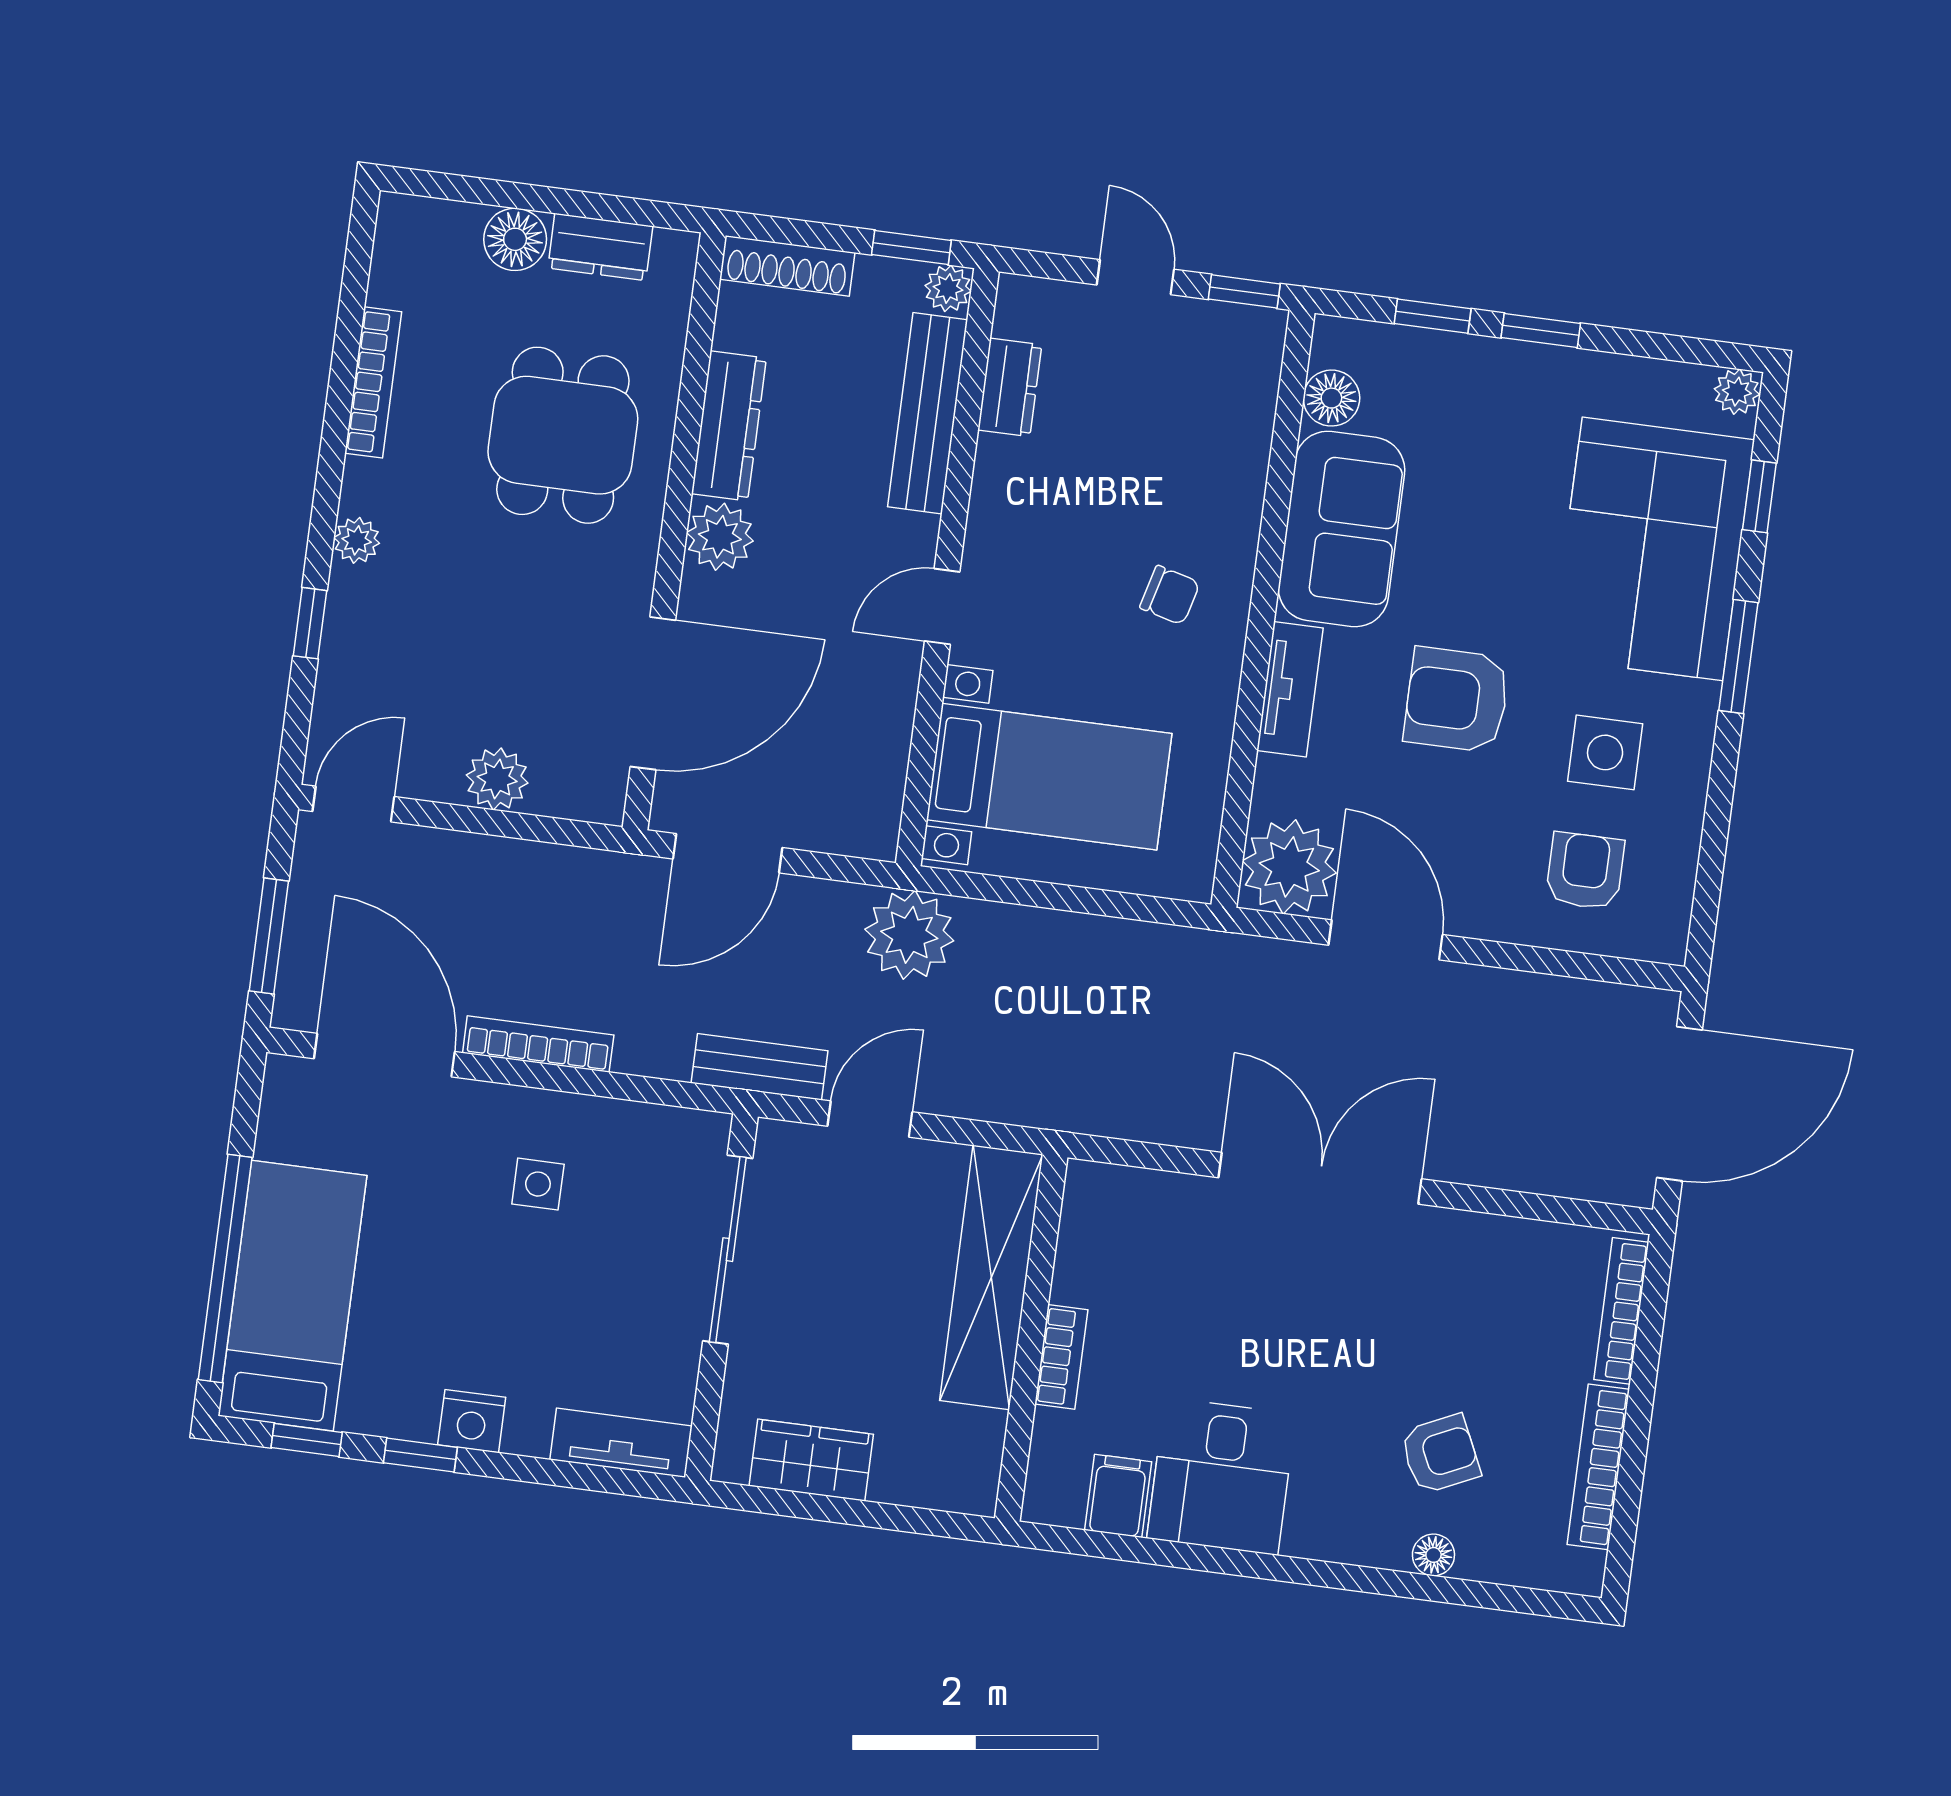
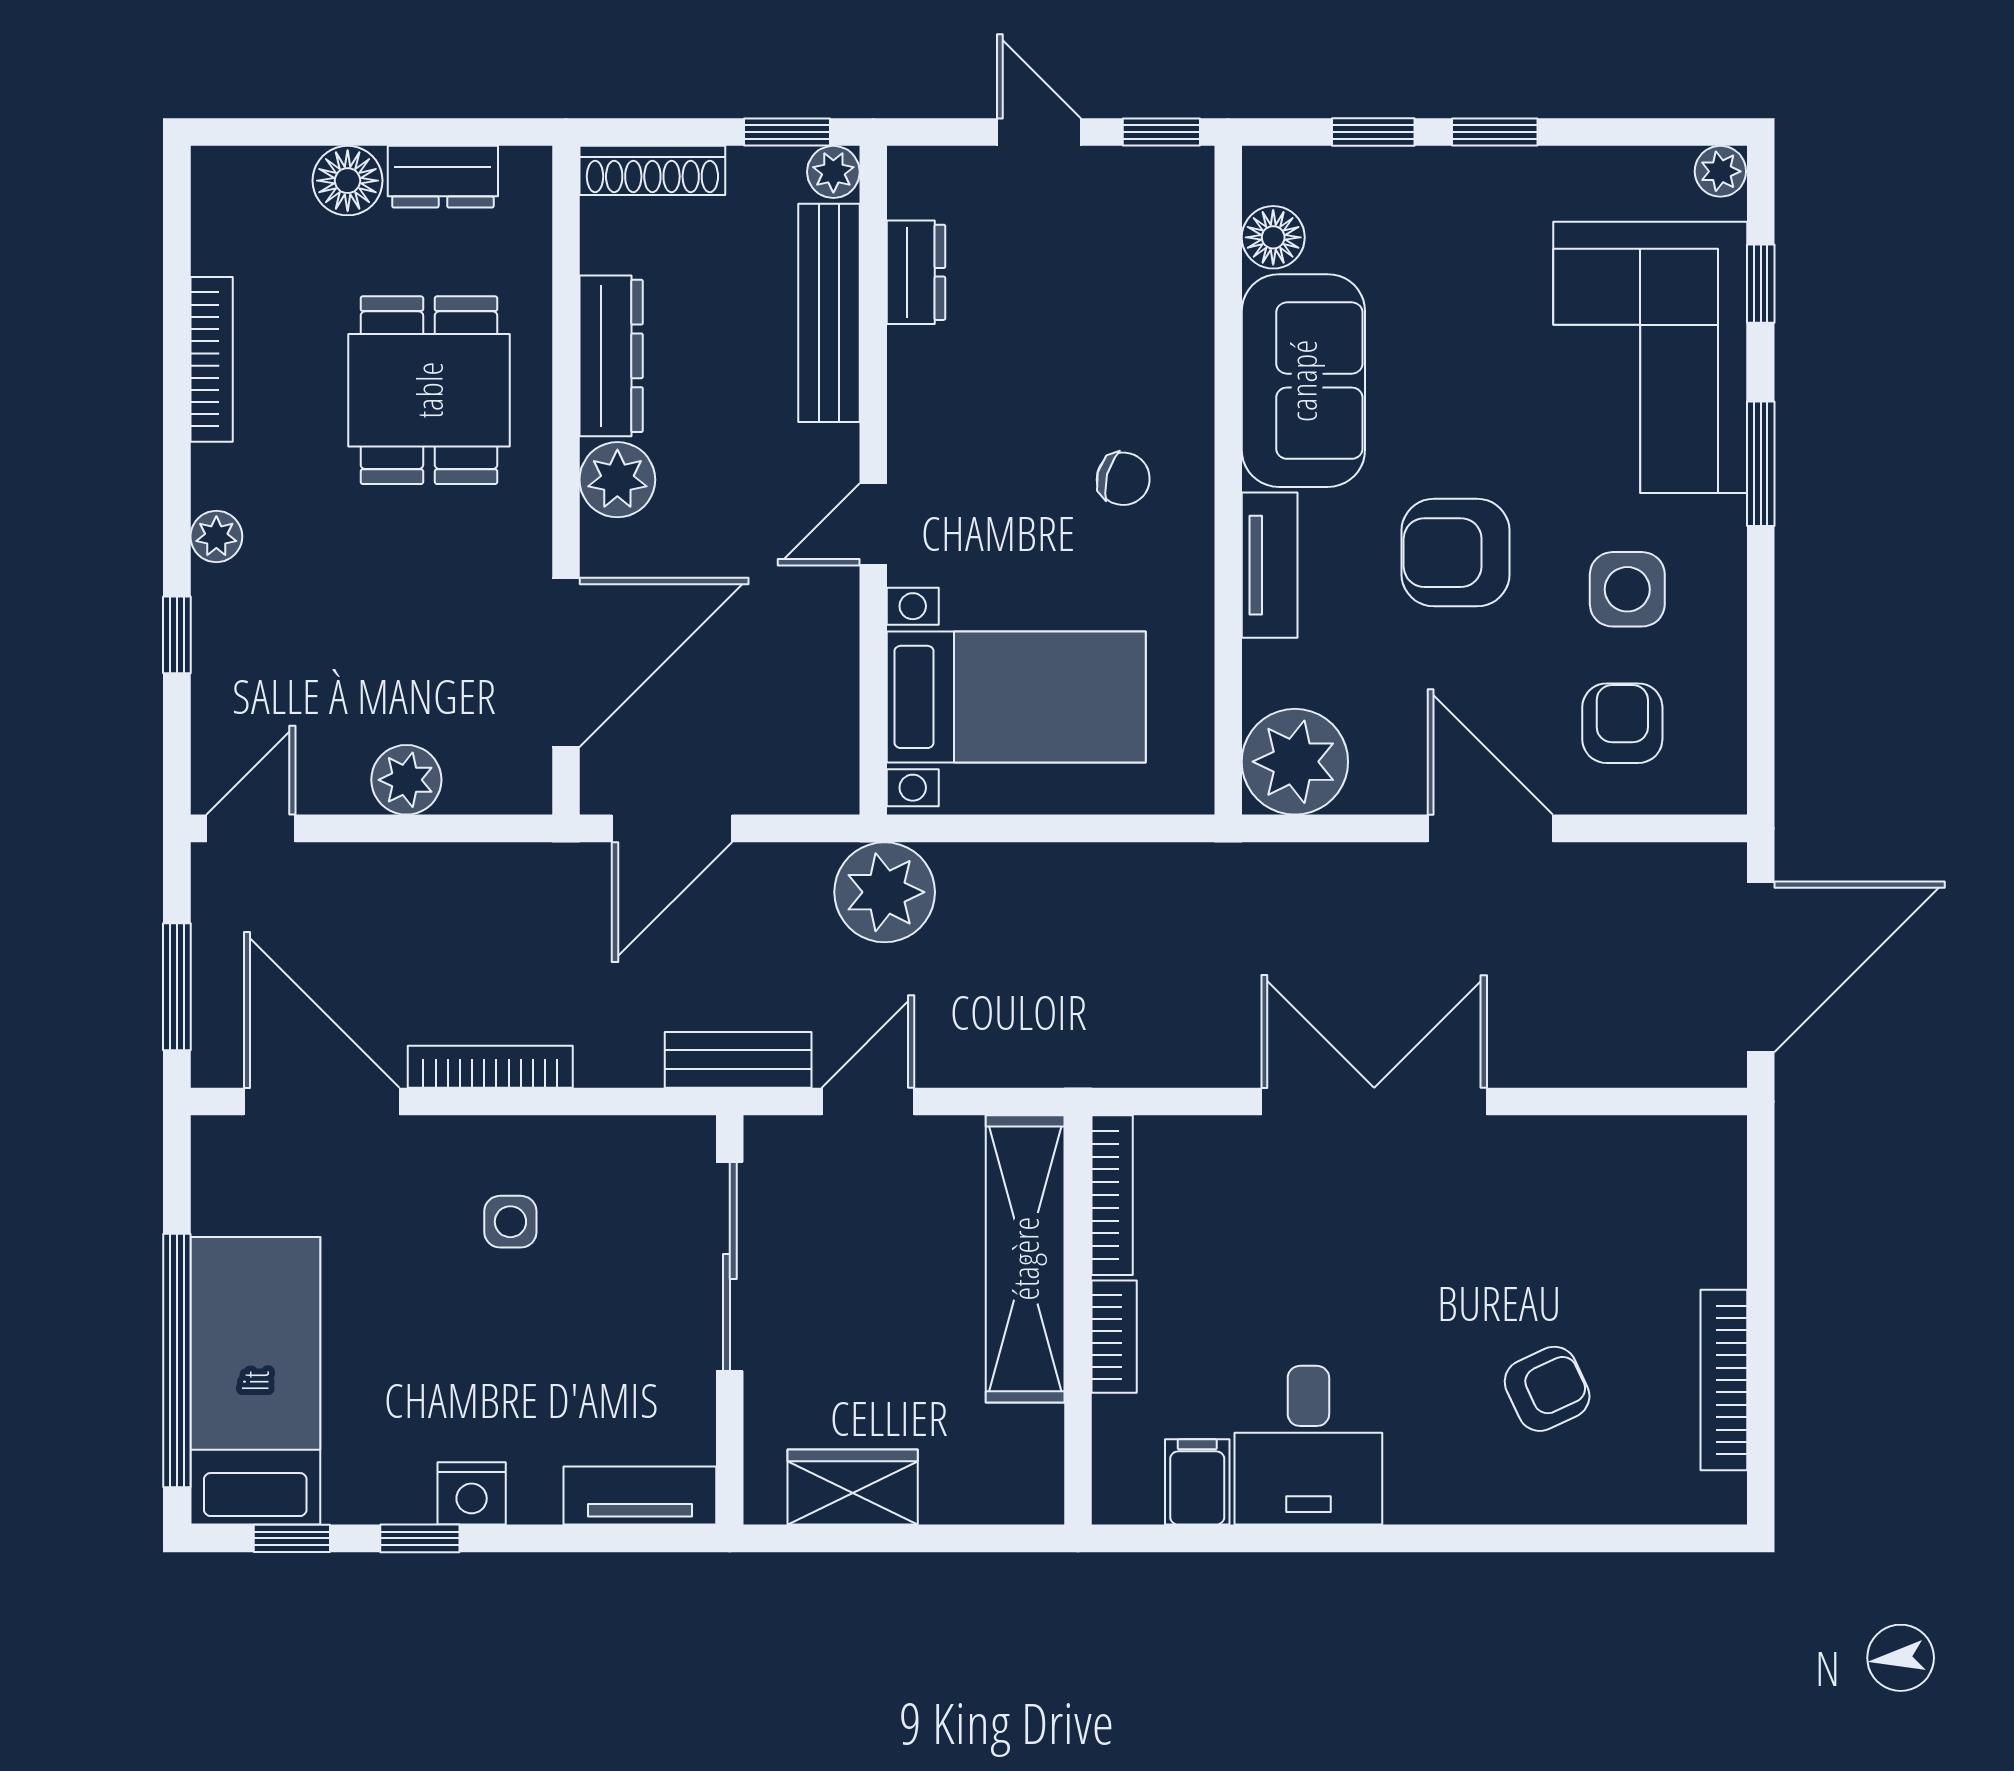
door: (1385, 940) -> (1490, 828), moved
bookcase: (1621, 1311) -> (1112, 1195), moved, turned 180
floor lamp: (1433, 1555) -> (1554, 1501), removed

